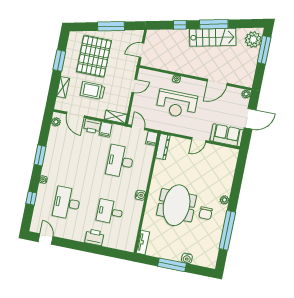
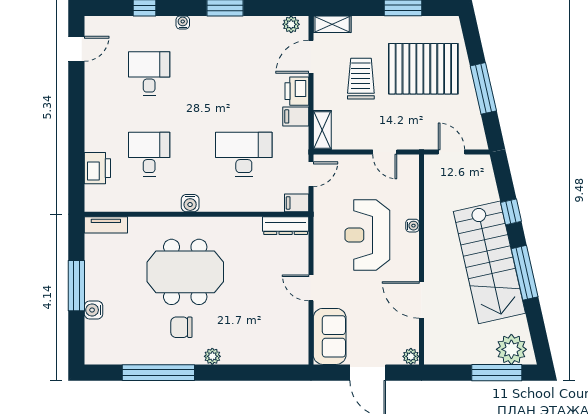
stairs: (213, 37) -> (489, 262), width x1.36, depth x1.51
shelving: (63, 87) -> (332, 24), moved
desk: (67, 203) -> (149, 74), width x0.73
printer: (94, 237) -> (97, 168), moved

